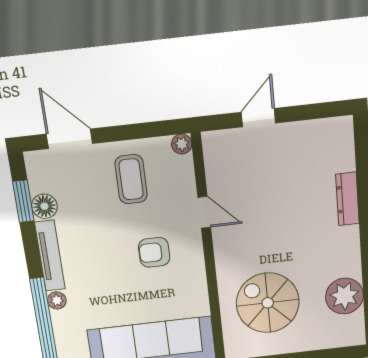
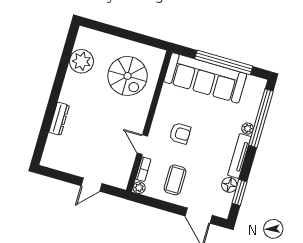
bookcase: (187, 175) -> (143, 169), added

